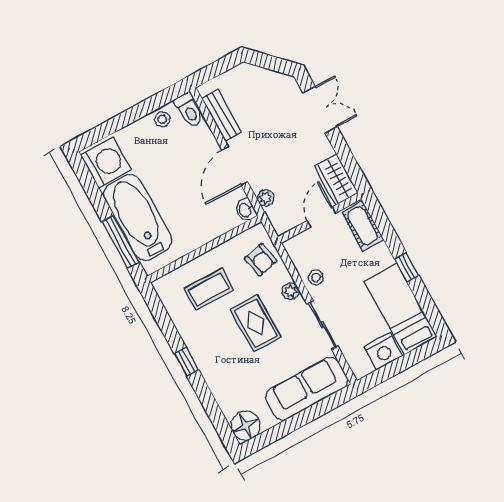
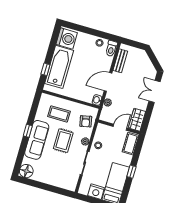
double door: (320, 110) -> (155, 91), swing flipped
window: (120, 242) -> (45, 69), width x0.46
sofa: (307, 389) -> (37, 140), moved, turned 90

